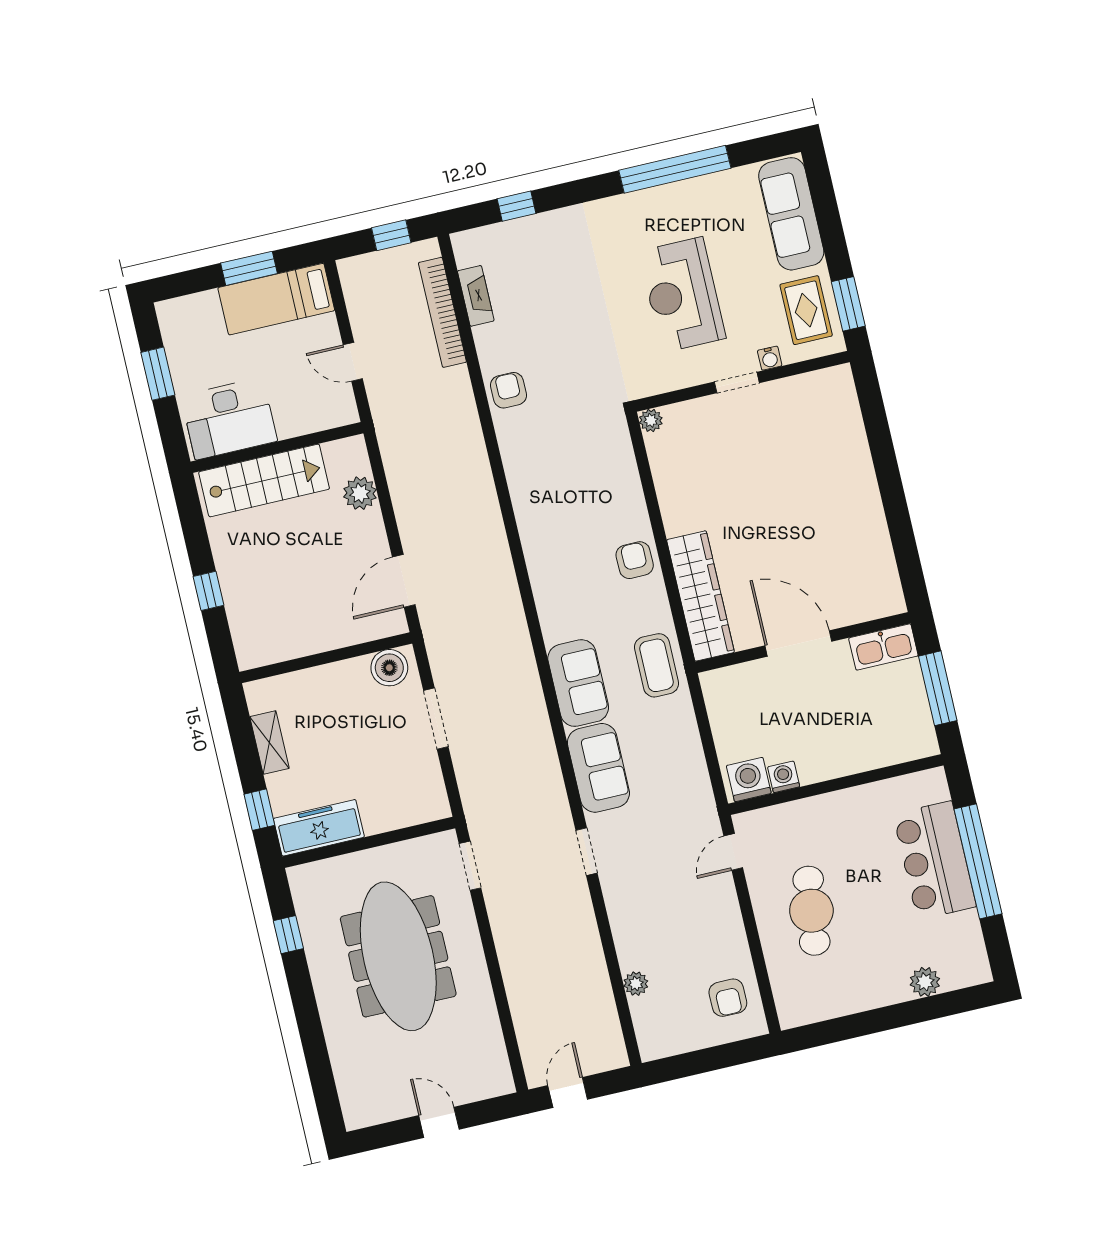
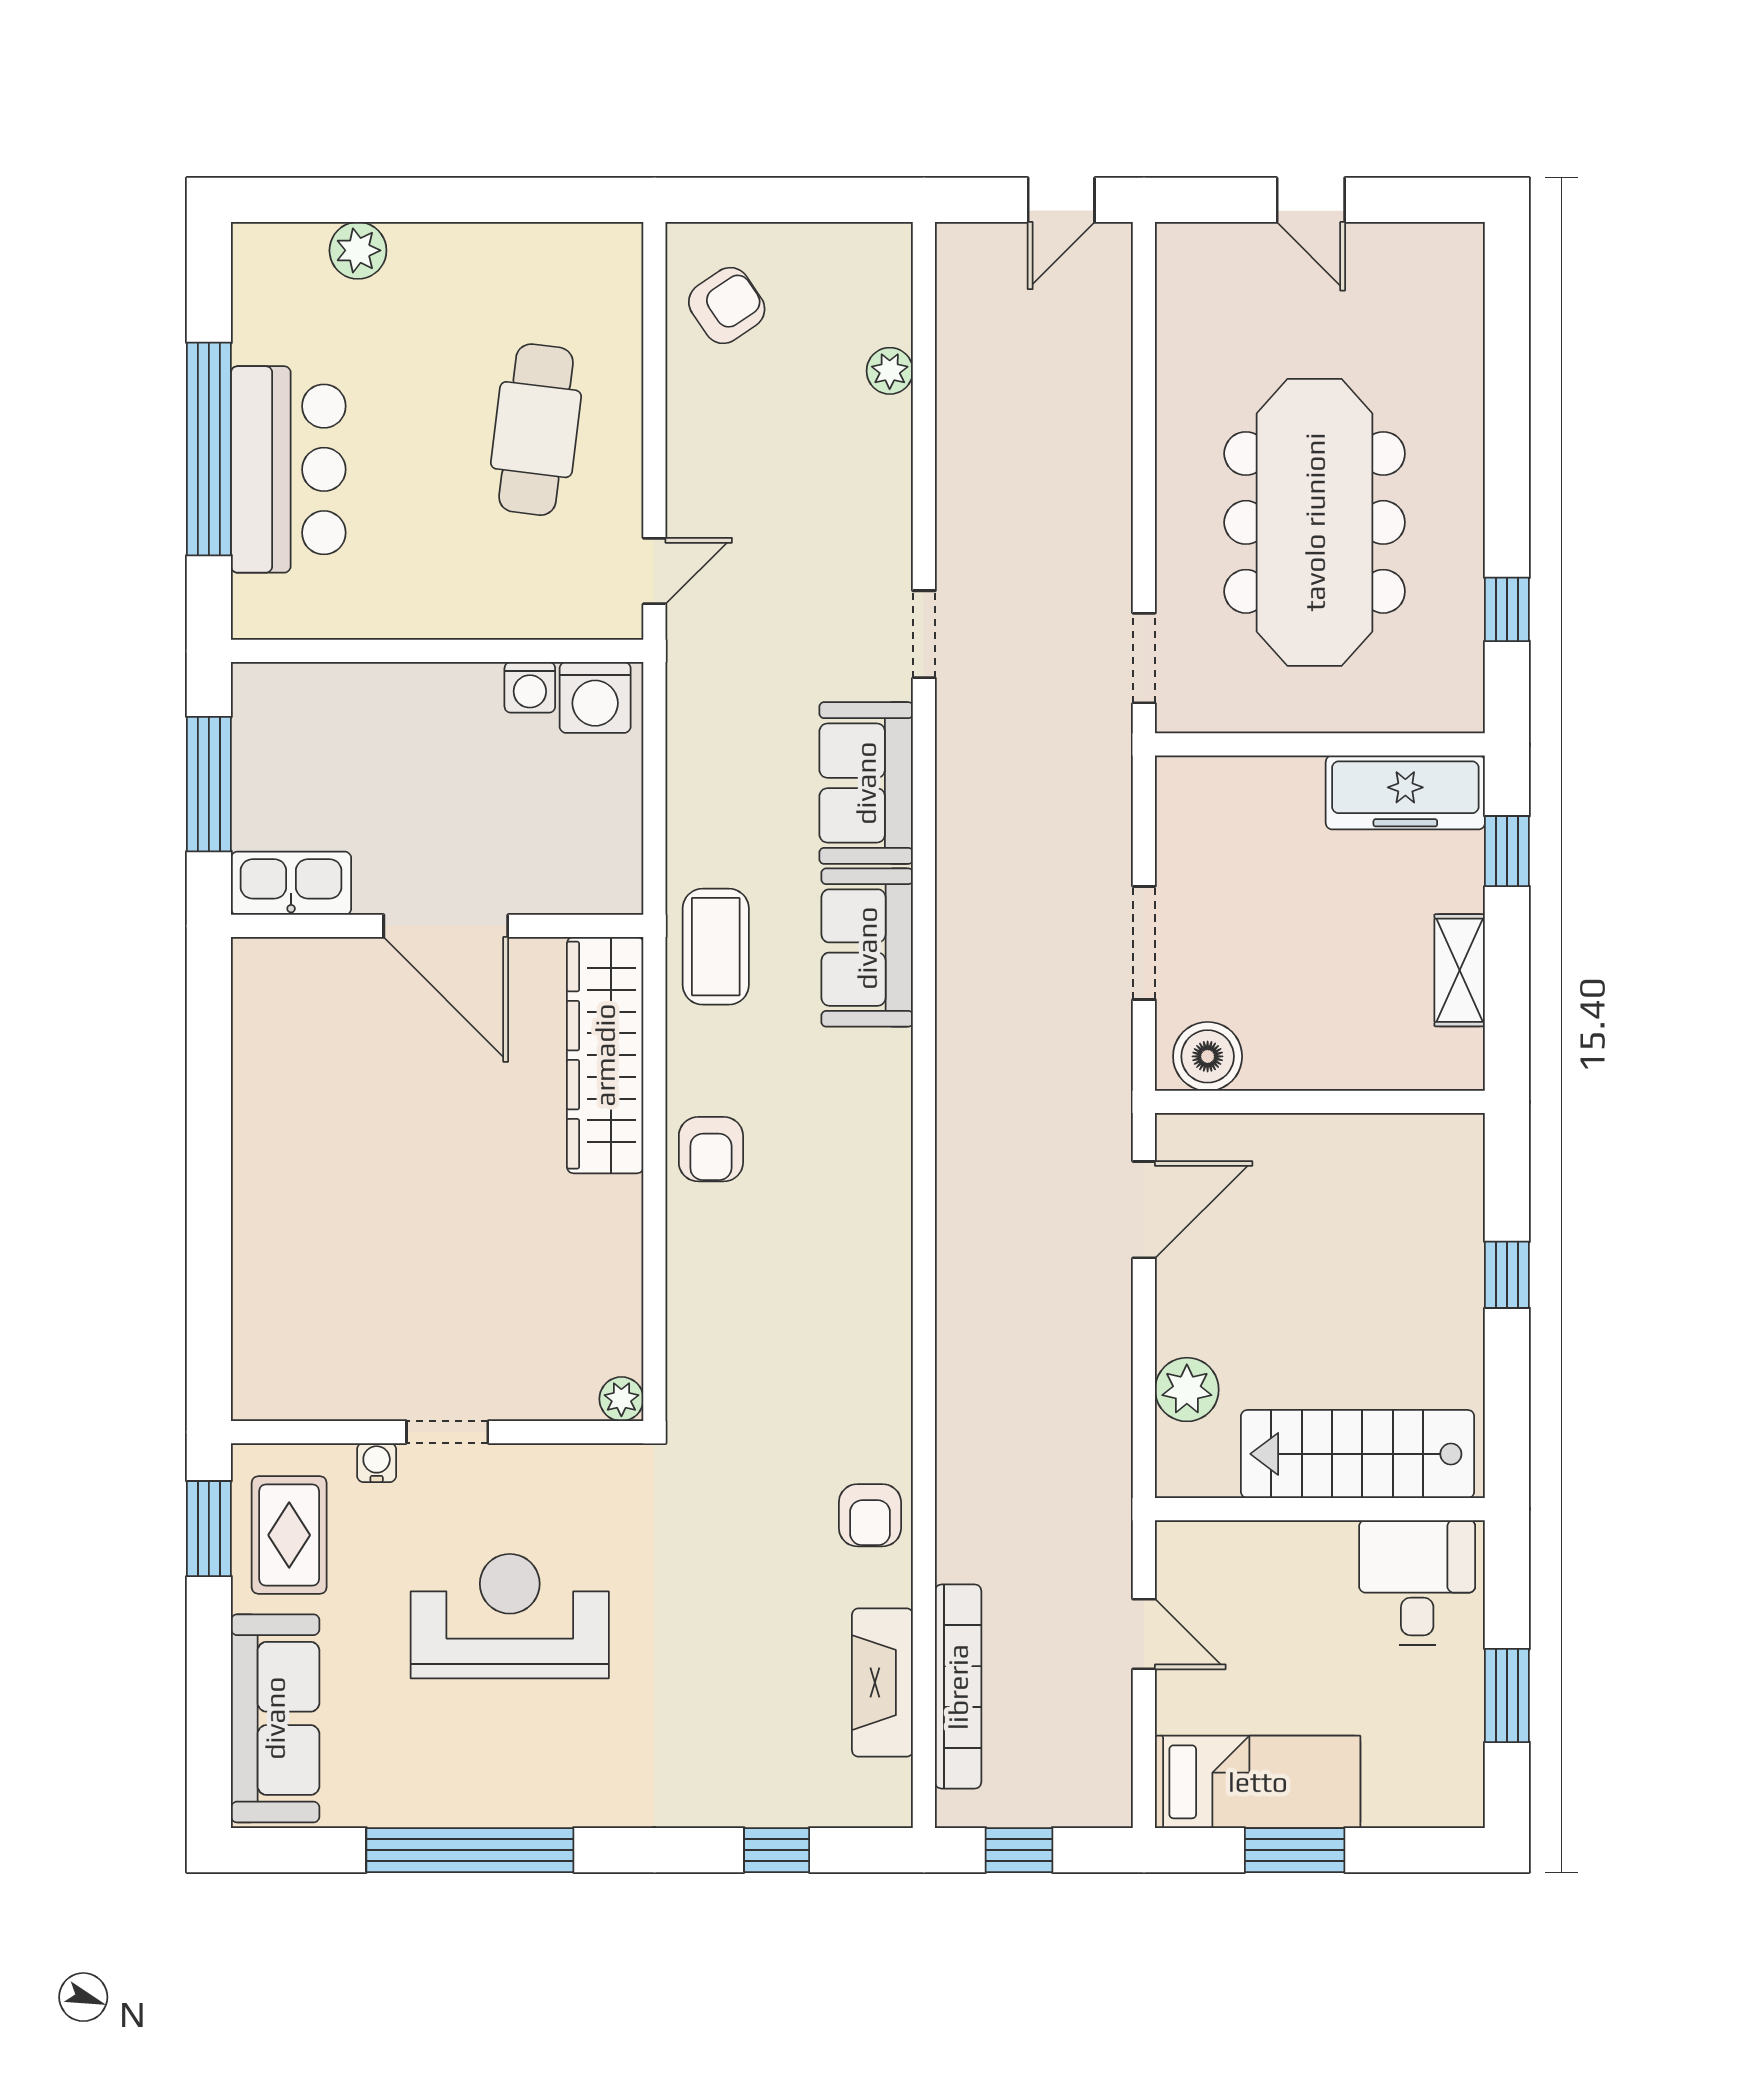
reception desk: (682, 295) -> (510, 1616), turned -90
fireplace: (476, 296) -> (882, 1683), width x1.37, depth x1.32
desk: (229, 419) -> (1417, 1583), width x0.73
armchair: (728, 998) -> (727, 306), turned 56

